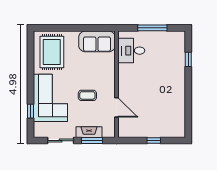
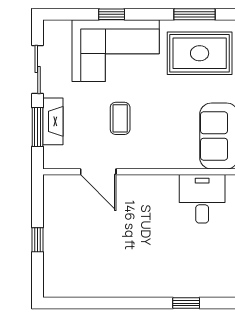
window: (30, 55) -> (195, 14), added
door: (116, 107) -> (98, 172), hinge flipped
window: (30, 111) -> (112, 14), moved

